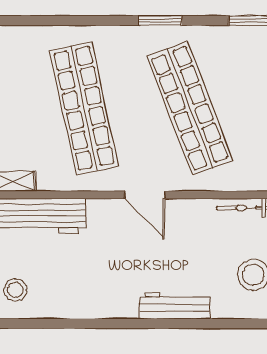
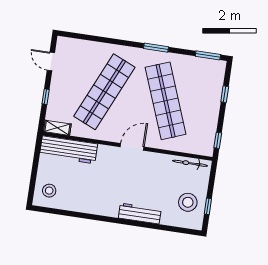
shop shelf: (84, 108) -> (104, 92), turned 36
door: (145, 195) -> (132, 147), swing flipped

